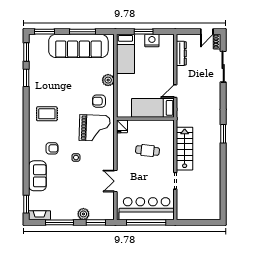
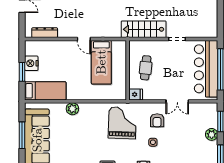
armchair: (99, 101) -> (157, 120), moved
wall: (145, 119) -> (128, 70), moved
fridge: (122, 126) -> (136, 94), moved

